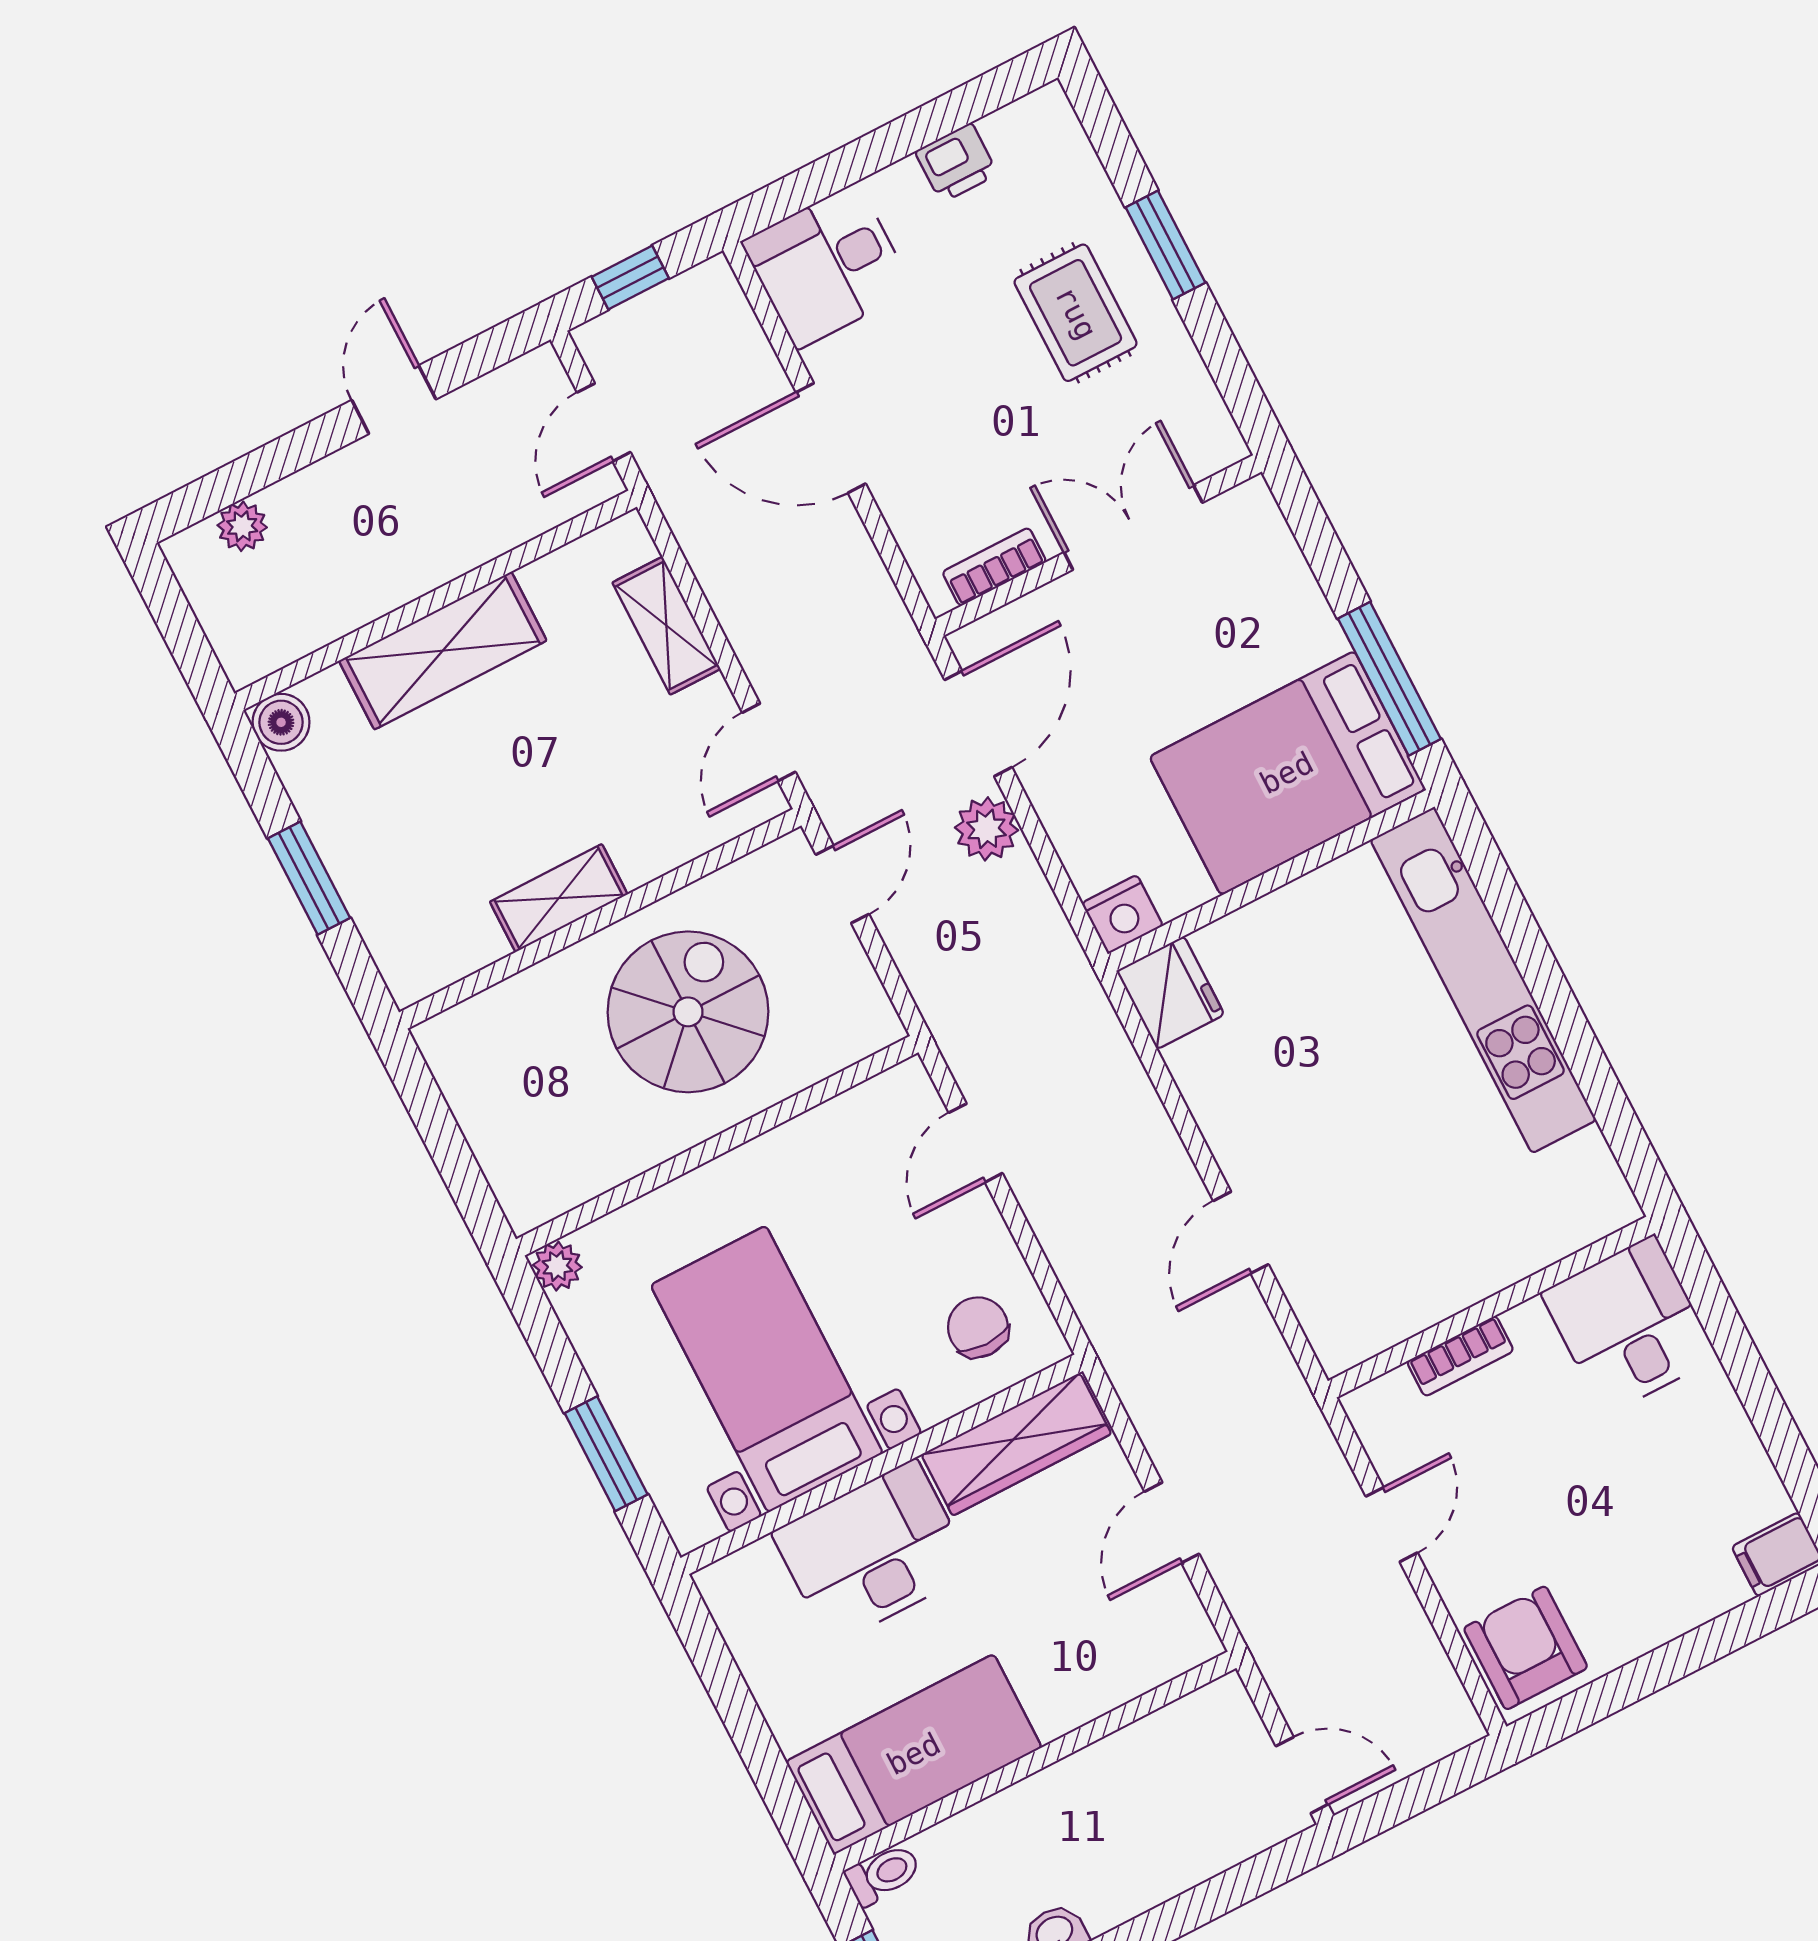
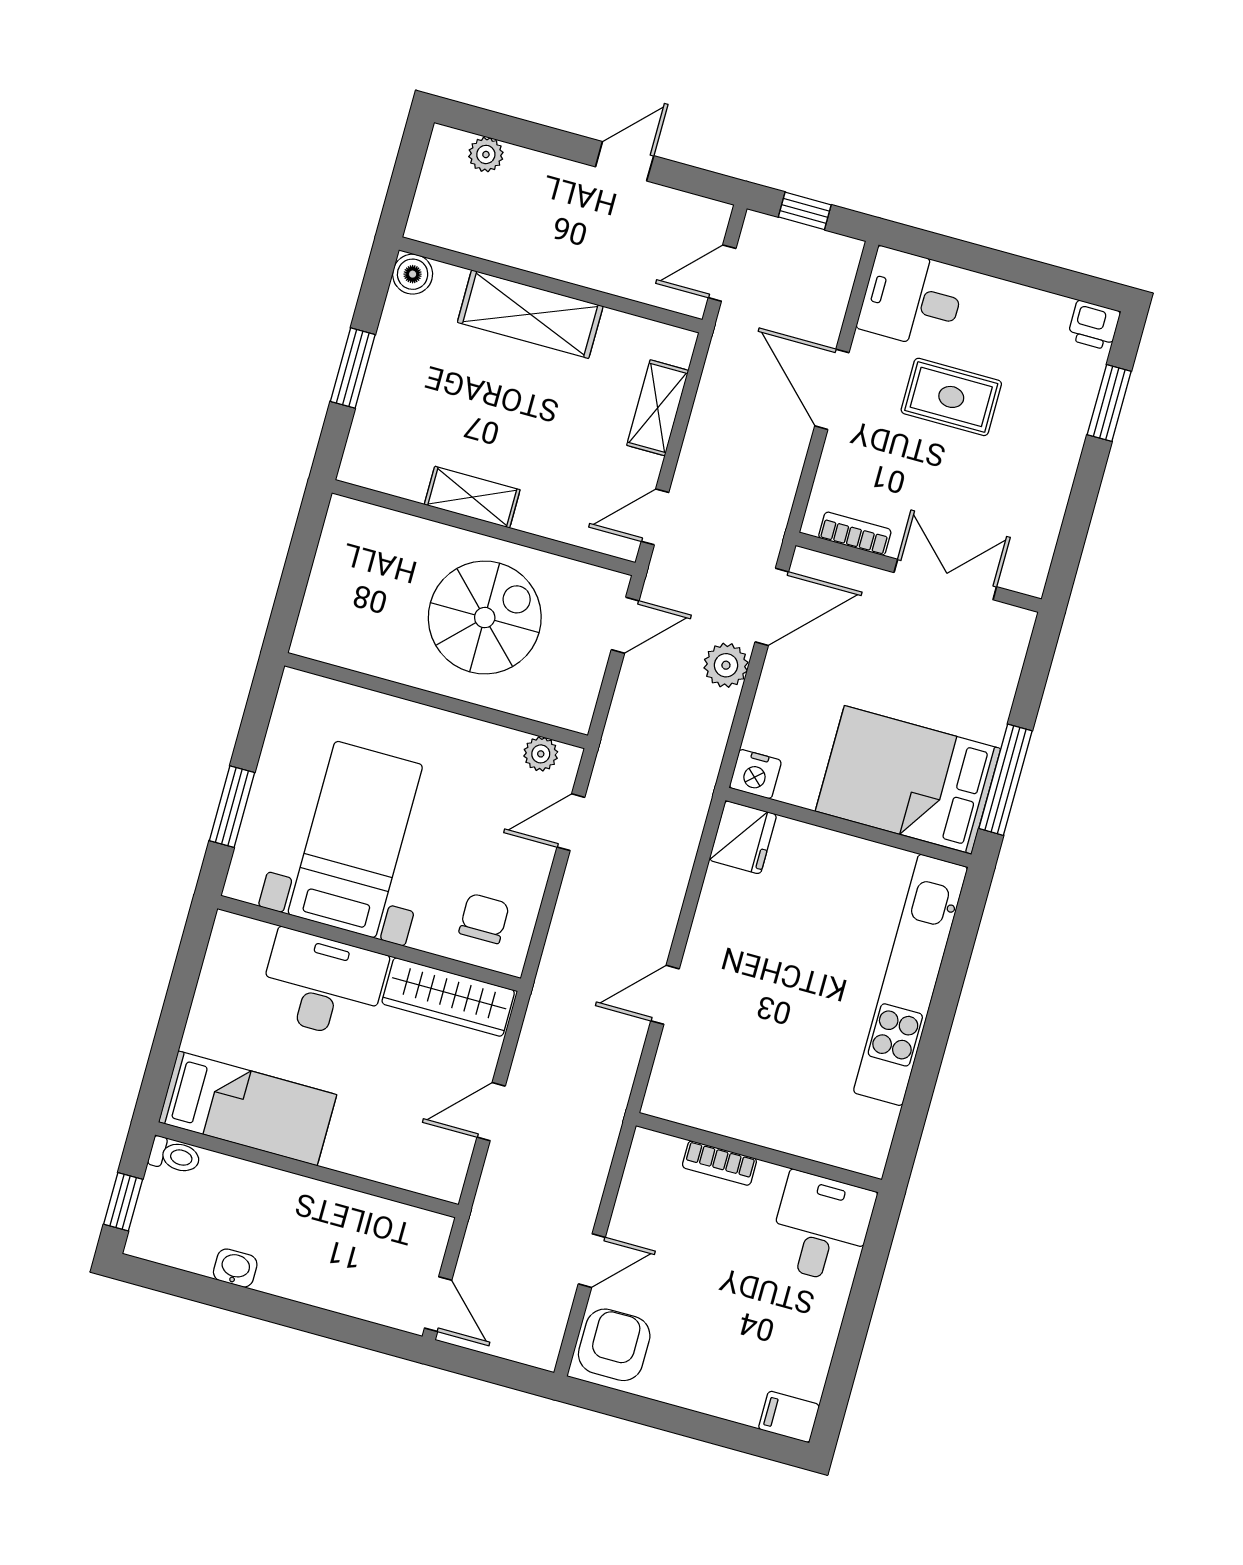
printer: (956, 163) -> (1094, 325), moved
window: (1165, 245) -> (1109, 403), moved
rug: (1076, 313) -> (951, 397), moved, turned 90
plant: (557, 1266) -> (541, 754), moved
door: (1392, 1525) -> (592, 1261), moved

